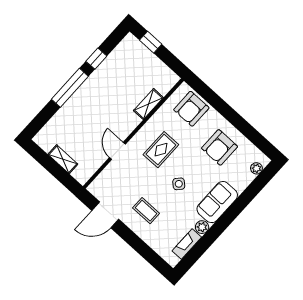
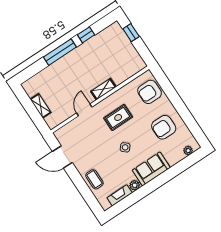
shelving: (148, 104) -> (103, 89), moved
coffee table: (146, 211) -> (94, 179), moved

